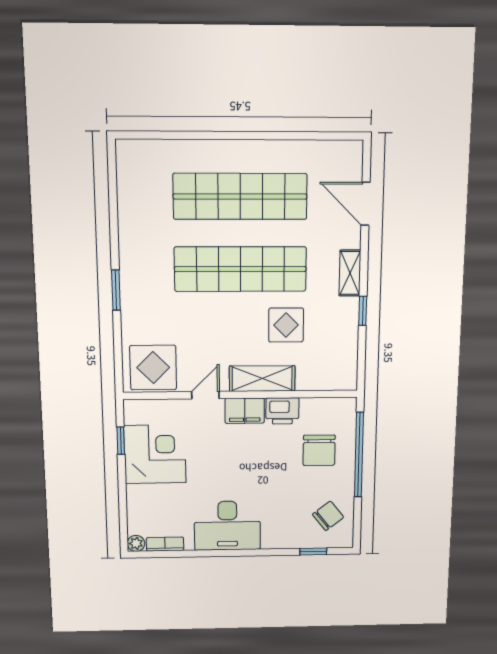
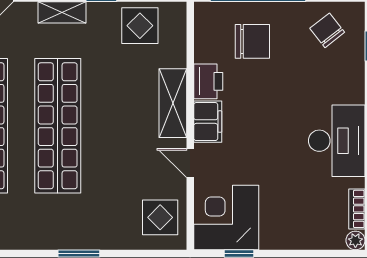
display table: (286, 325) -> (140, 26), moved
display table: (153, 368) -> (160, 217), width x0.73, depth x0.73
corner desk: (155, 454) -> (226, 218), moved

